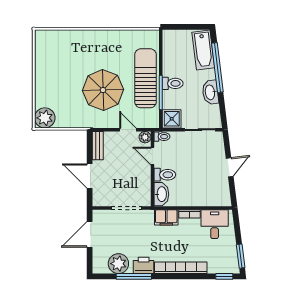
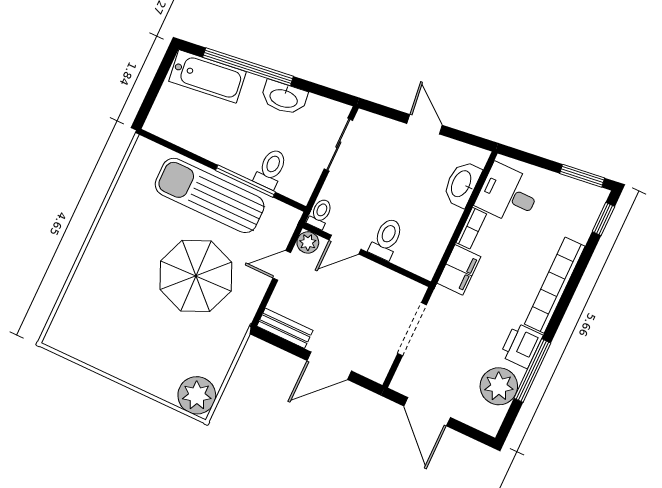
toilet: (173, 83) -> (271, 169), moved
shower: (172, 119) -> (298, 183), removed
washbasin: (161, 194) -> (462, 184), moved, turned -90

